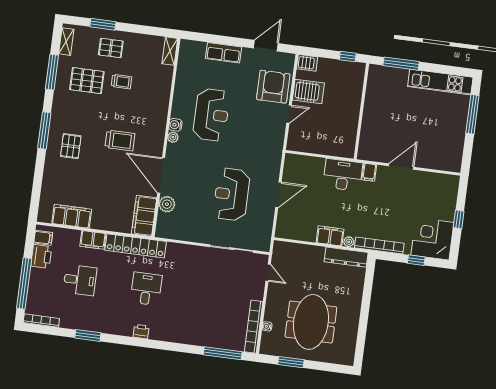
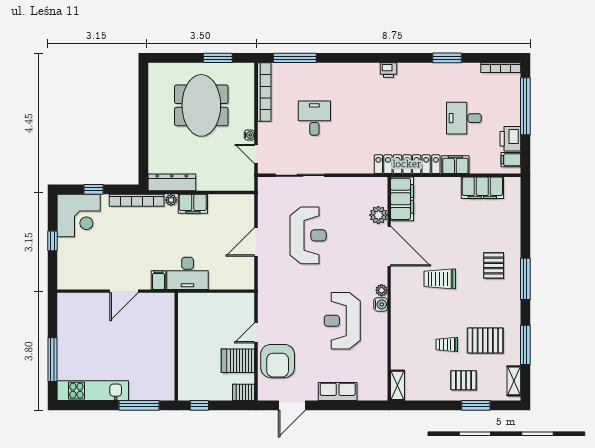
desk: (146, 289) -> (314, 118), moved, turned 180
water cooler: (267, 326) -> (249, 135), moved

